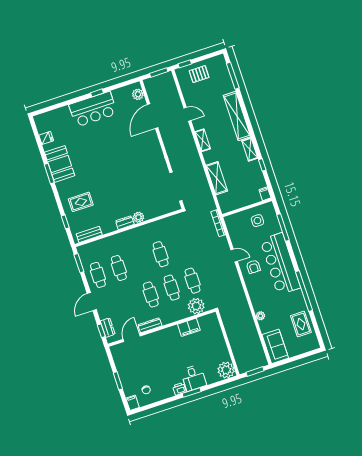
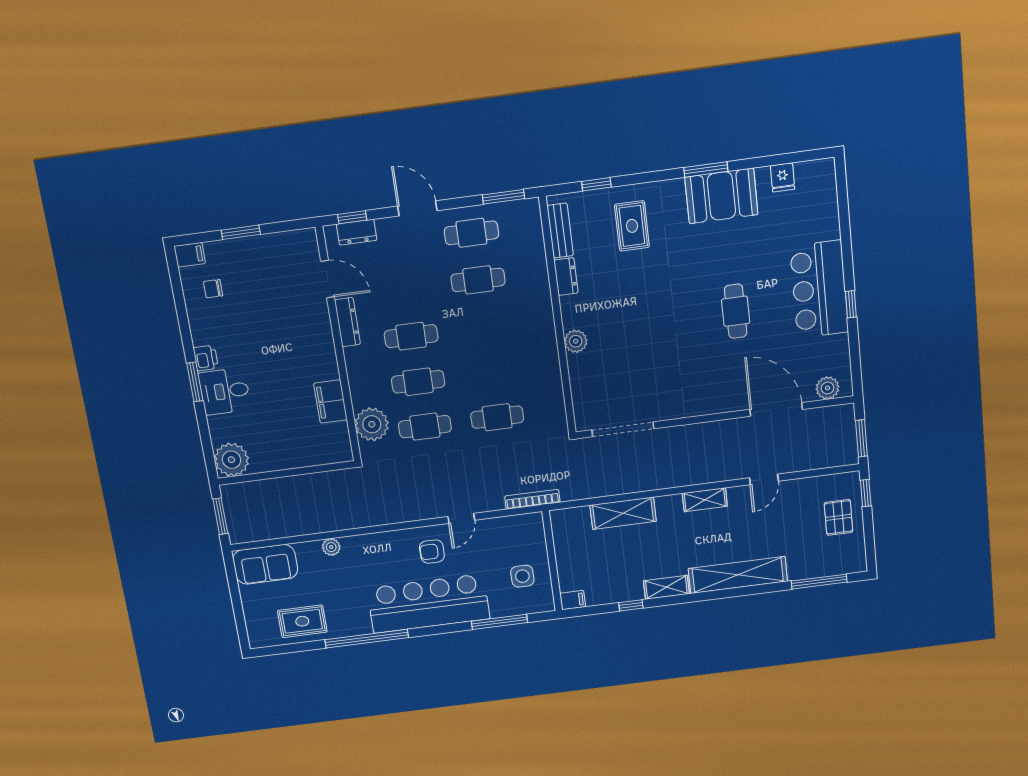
cafe table: (110, 146) -> (736, 311), added
dresser: (125, 223) -> (566, 277), moved
cafe table: (161, 254) -> (497, 417), moved

